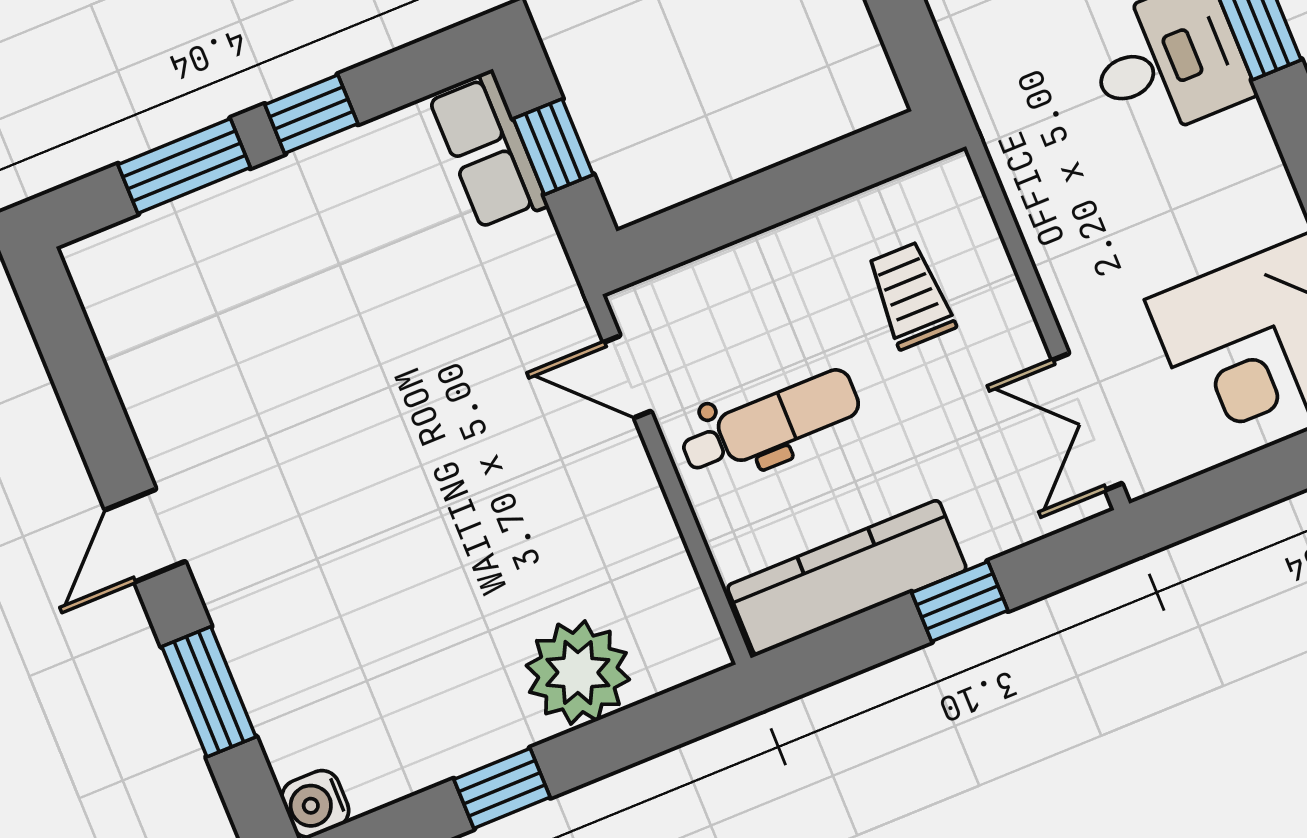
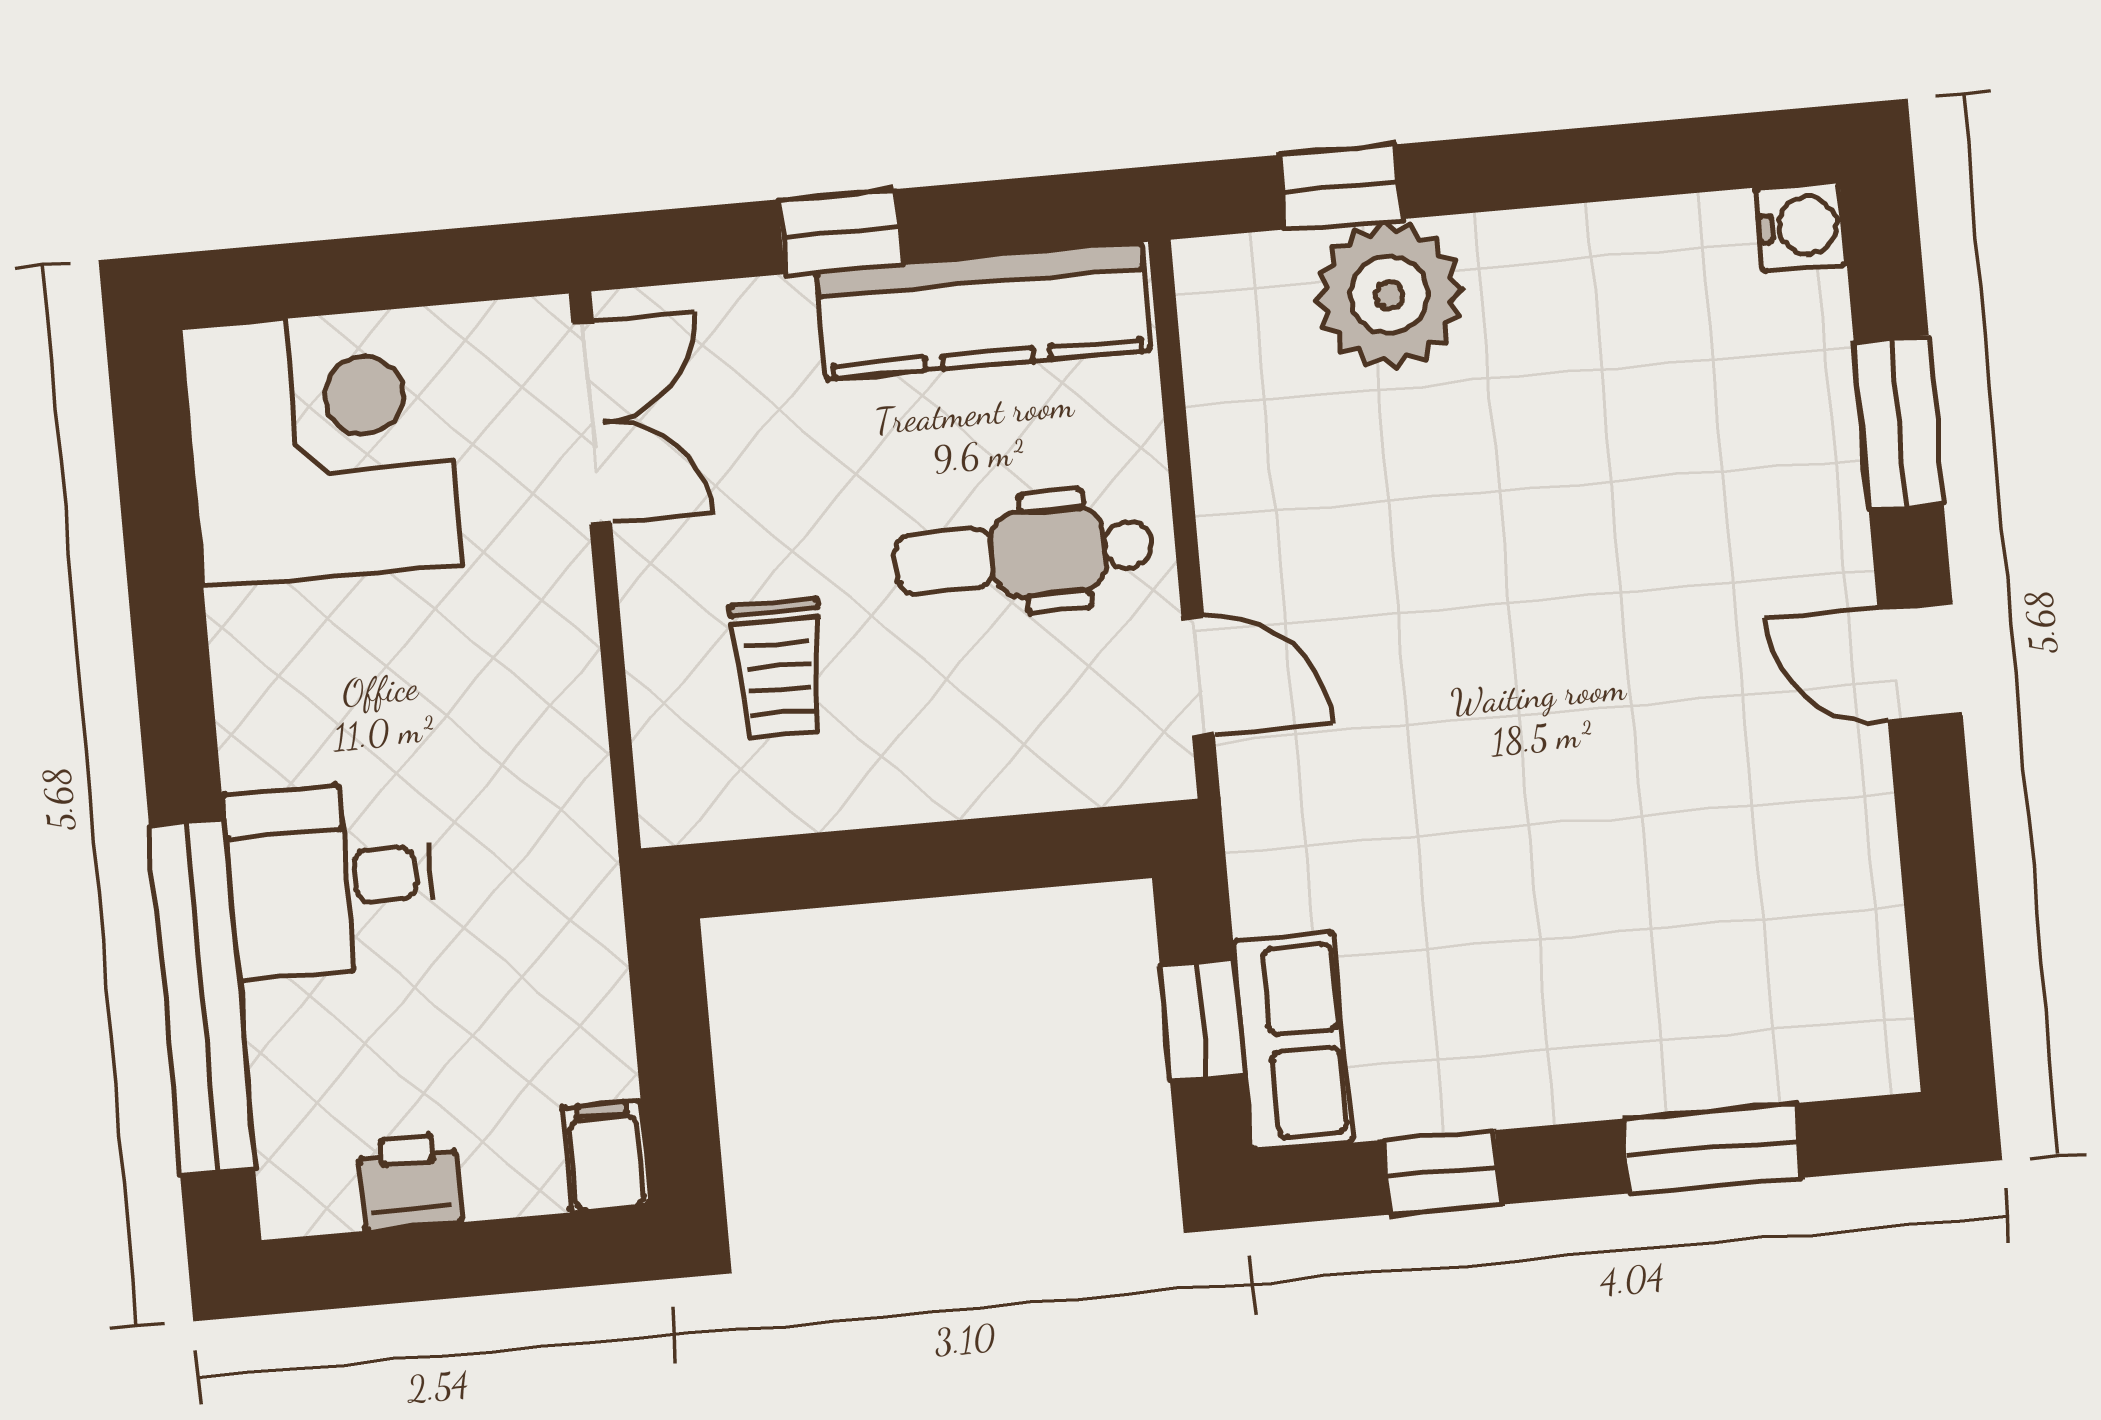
window: (311, 114) -> (1442, 1172), moved
door: (145, 536) -> (1920, 662), swing flipped
window: (502, 788) -> (1341, 187), moved

